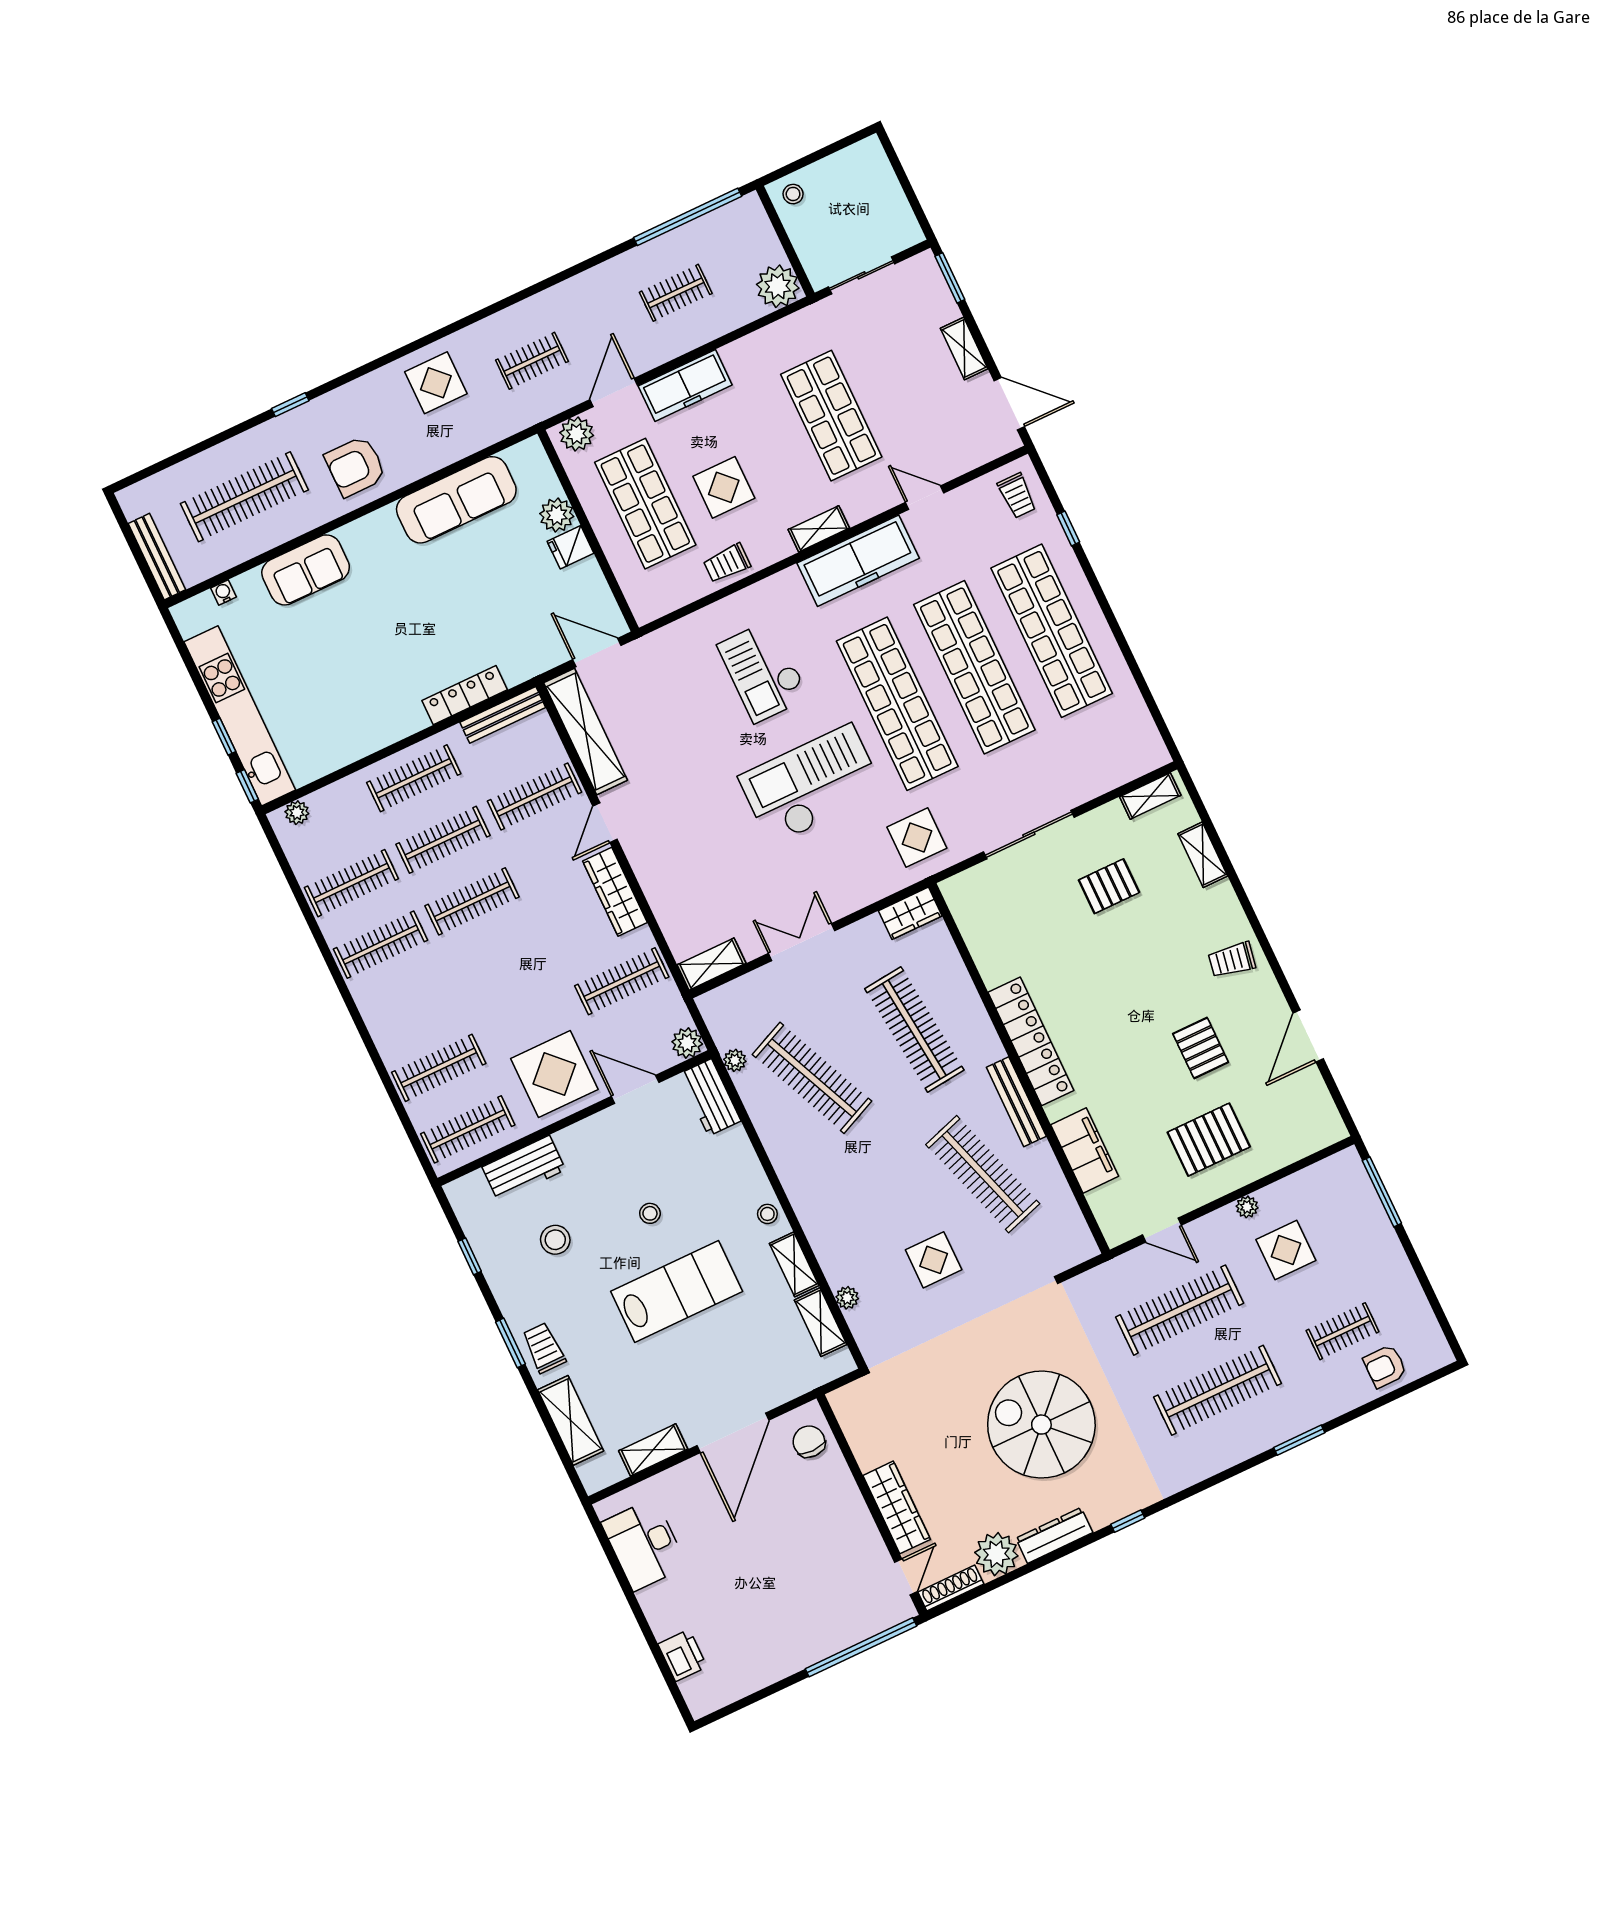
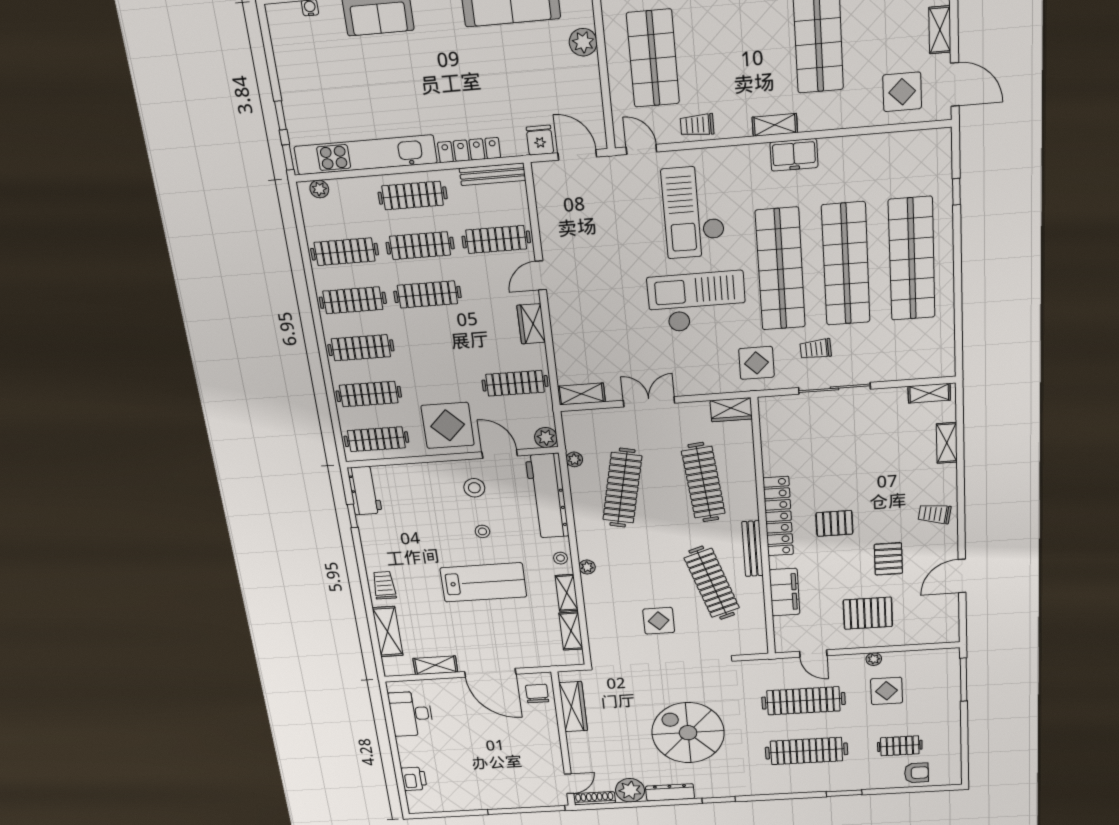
display table: (724, 487) -> (902, 92), moved
trolley: (1017, 496) -> (816, 349), moved, turned 87
door: (925, 498) -> (641, 149), moved
fridge: (571, 547) -> (540, 140), moved, turned 90
freezer: (858, 561) -> (794, 155), width x0.52, depth x0.79
checkout: (763, 671) -> (693, 212), width x1.36, depth x1.21
kitchen unit: (240, 716) -> (366, 155), moved, turned -90
shelving: (586, 731) -> (549, 208), removed
pallet: (1109, 886) -> (834, 523), moved
wardrobe: (615, 892) -> (531, 324), width x0.67
clothes rail: (410, 1006) -> (361, 348), added
clothes rail: (812, 1078) -> (622, 488), turned 36
workbench: (710, 1097) -> (547, 496), width x1.88, depth x1.32
workbench: (524, 1168) -> (365, 491), moved, turned -90
stool: (555, 1240) -> (474, 488), moved
plant: (847, 1298) -> (587, 567), moved
window: (511, 1343) -> (363, 575), removed
armchair: (1385, 1366) -> (916, 773), turned 180
door: (733, 1433) -> (490, 673), hinge flipped
wardrobe: (897, 1507) -> (573, 707), moved
window: (1128, 1521) -> (719, 800), width x1.50

